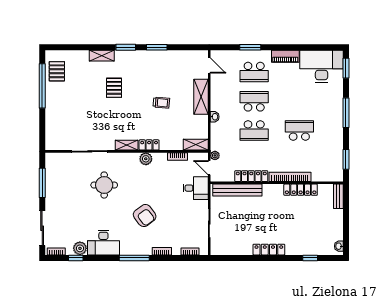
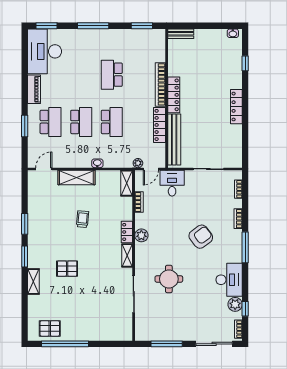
school desk: (254, 101) -> (81, 122), turned 180
locker: (301, 190) -> (174, 95), moved

